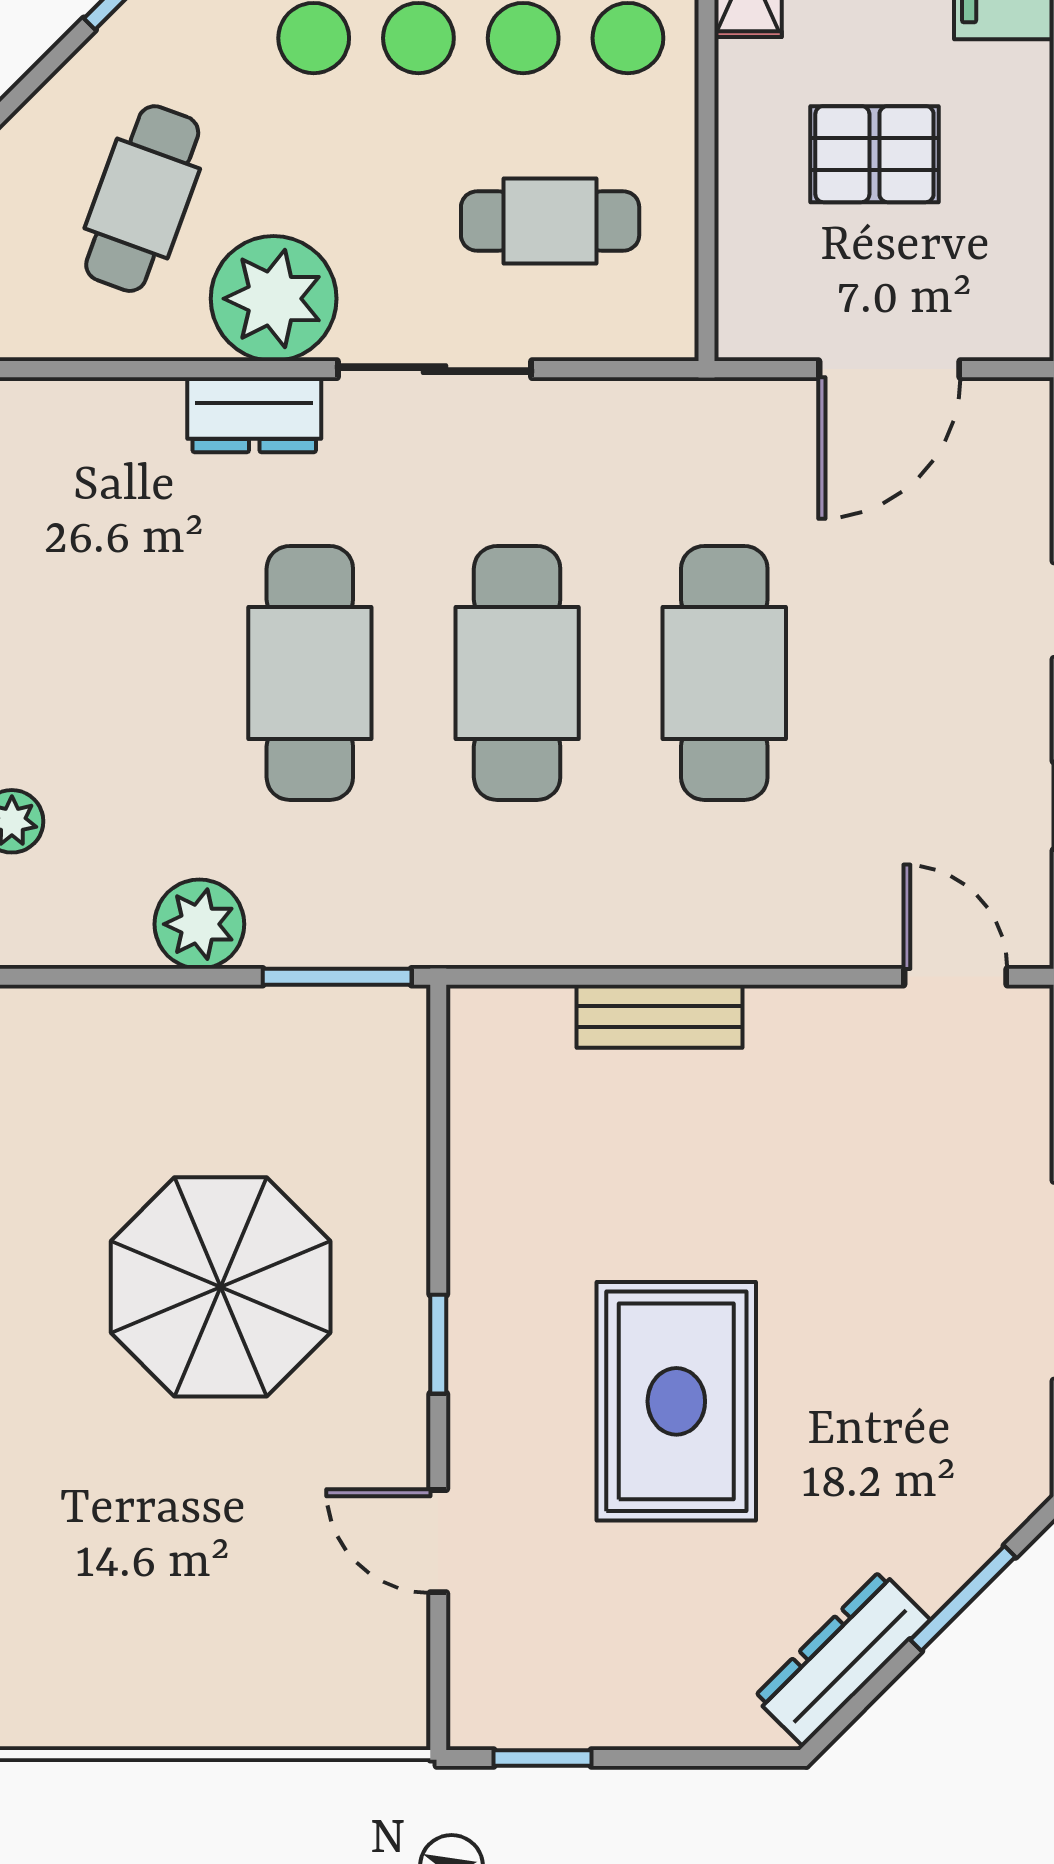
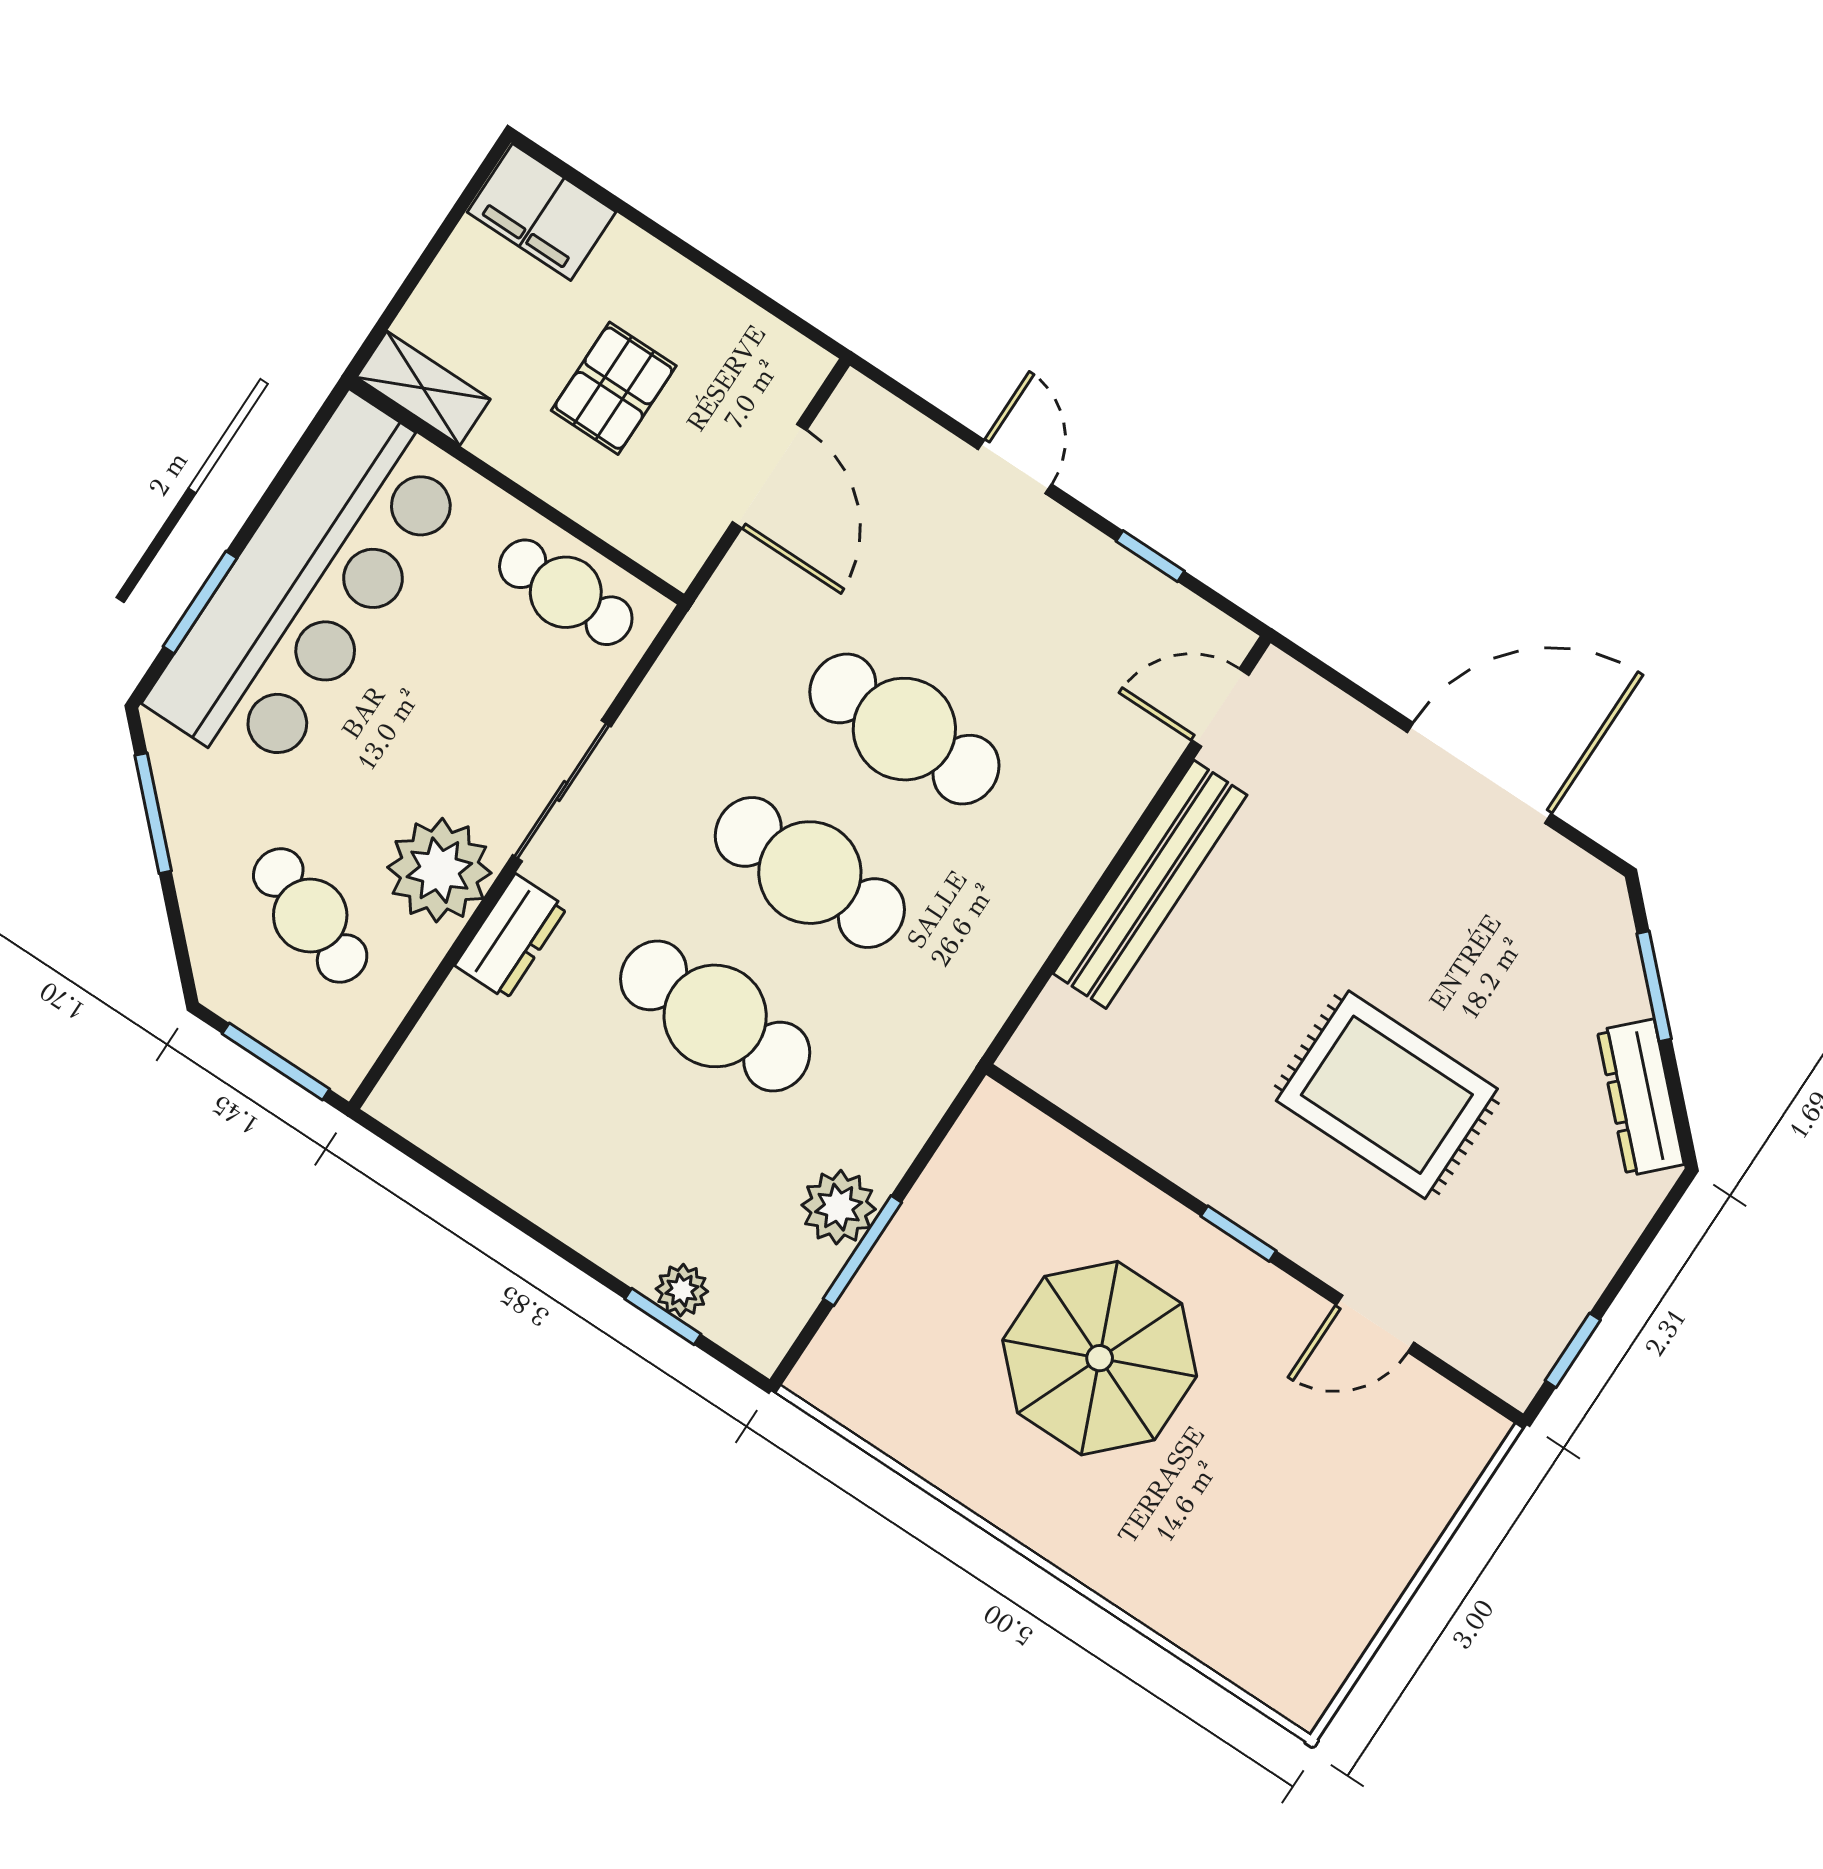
cafe table: (550, 221) -> (566, 592), moved, turned 90
window: (337, 977) -> (862, 1251), moved
bench: (659, 1016) -> (1150, 884), width x1.86, depth x1.21

